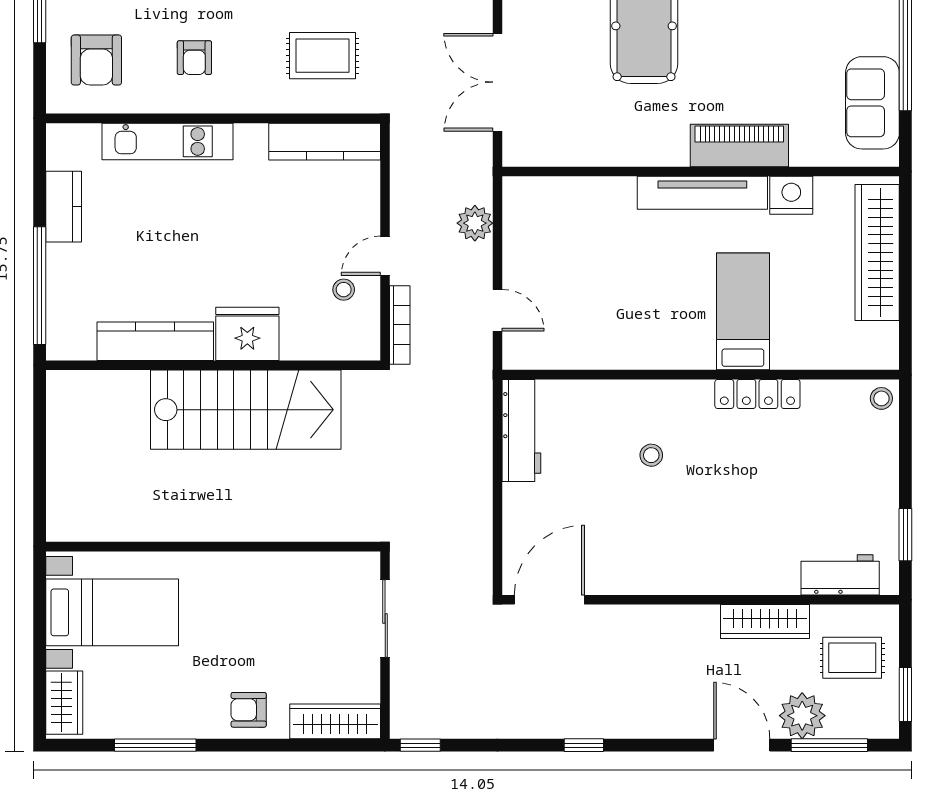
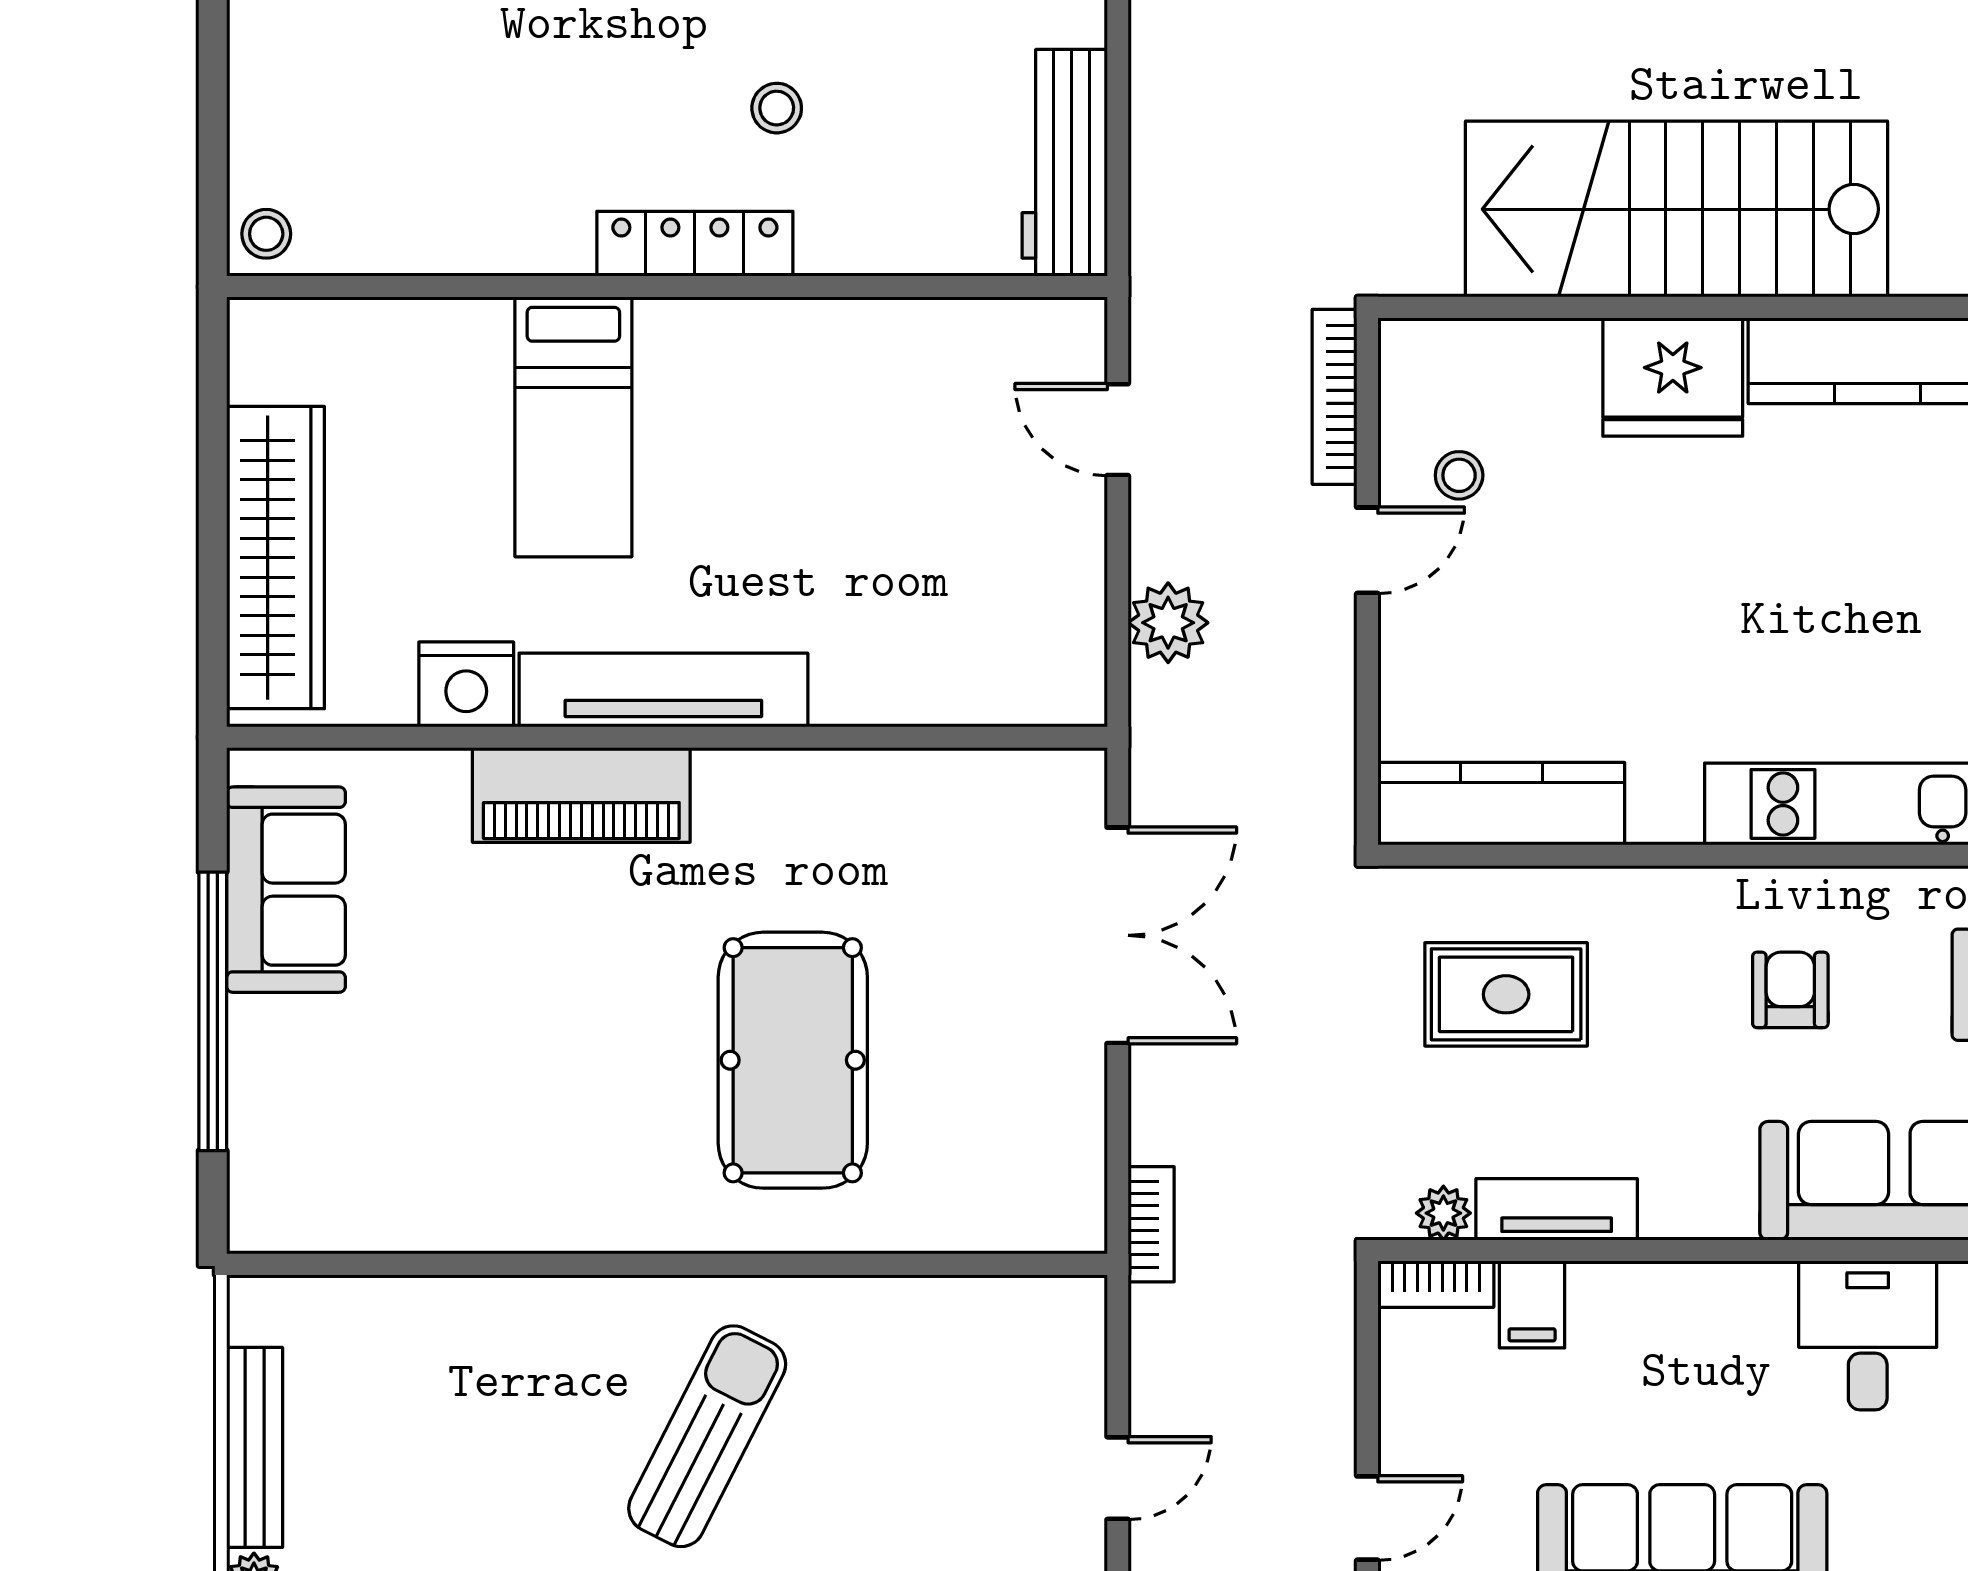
locker: (757, 394) -> (695, 244), moved

